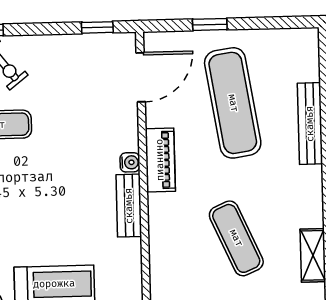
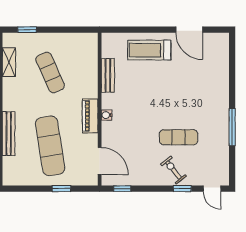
door: (141, 77) -> (100, 161), swing flipped
bench: (129, 206) -> (108, 75), moved

